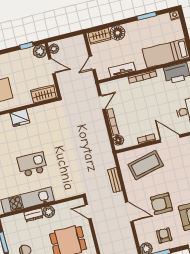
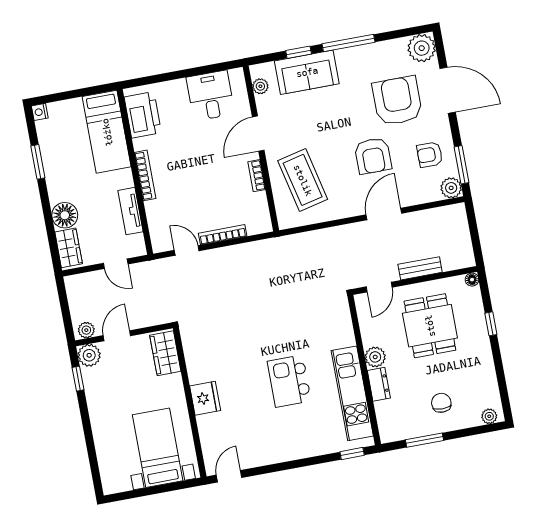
floor lamp: (118, 140) -> (256, 226), removed
bench: (115, 180) -> (420, 268), moved

